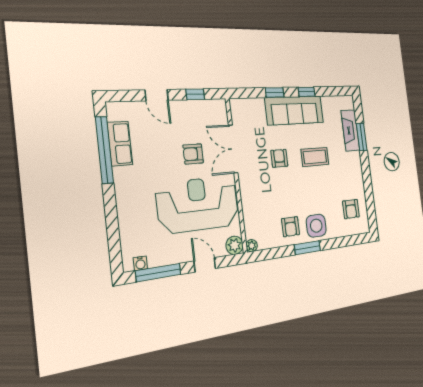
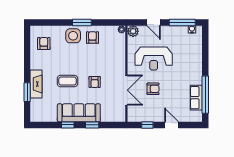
fireplace: (350, 130) -> (36, 84), moved
reception desk: (198, 204) -> (154, 58), width x0.74, depth x0.77

